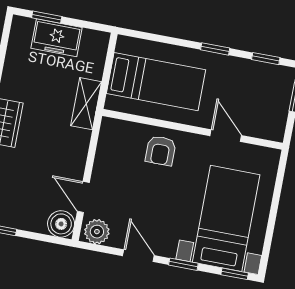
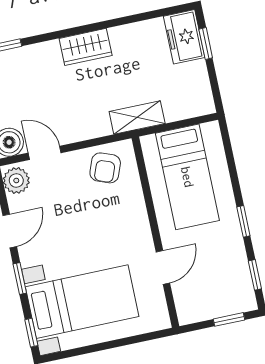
freezer: (57, 38) -> (184, 37), moved
armchair: (161, 151) -> (105, 168), moved, turned -69
door: (83, 197) -> (45, 153), hinge flipped

